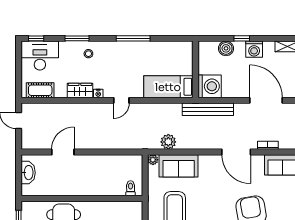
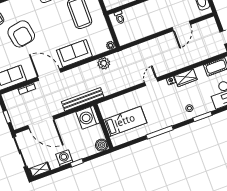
boiler: (226, 48) -> (102, 145), moved
bed: (168, 87) -> (125, 121), moved
sofa: (179, 166) -> (74, 53), moved

